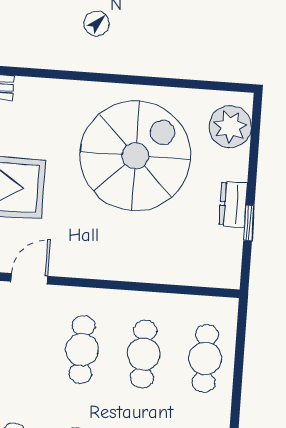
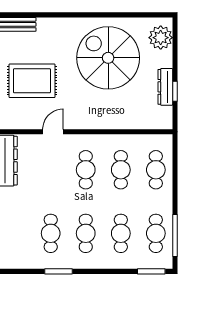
spiral stairs: (135, 156) -> (108, 58), turned -90
dresser: (233, 204) -> (165, 87), width x1.44

